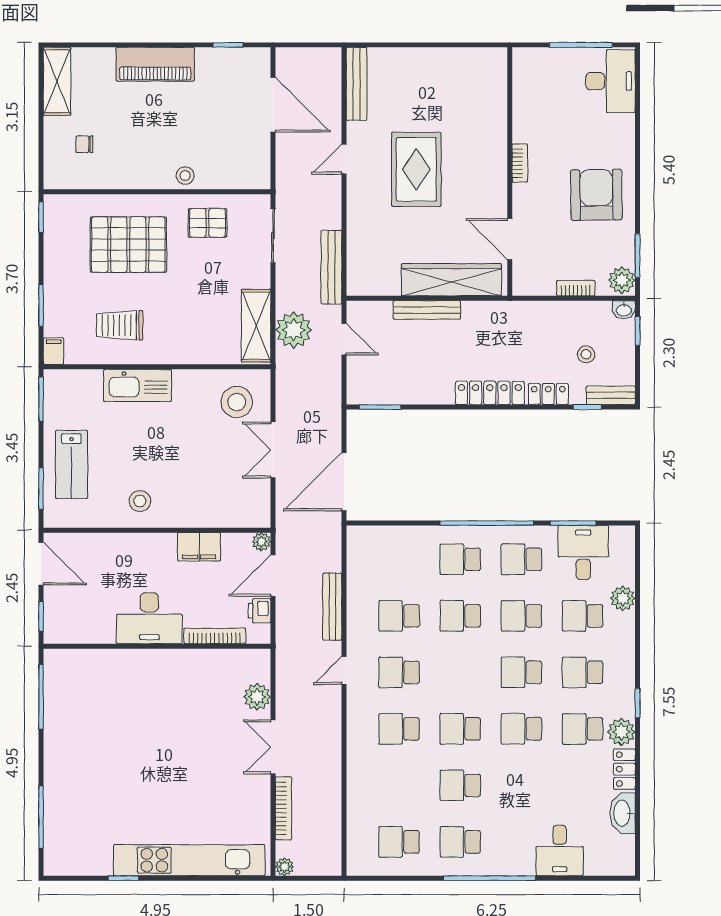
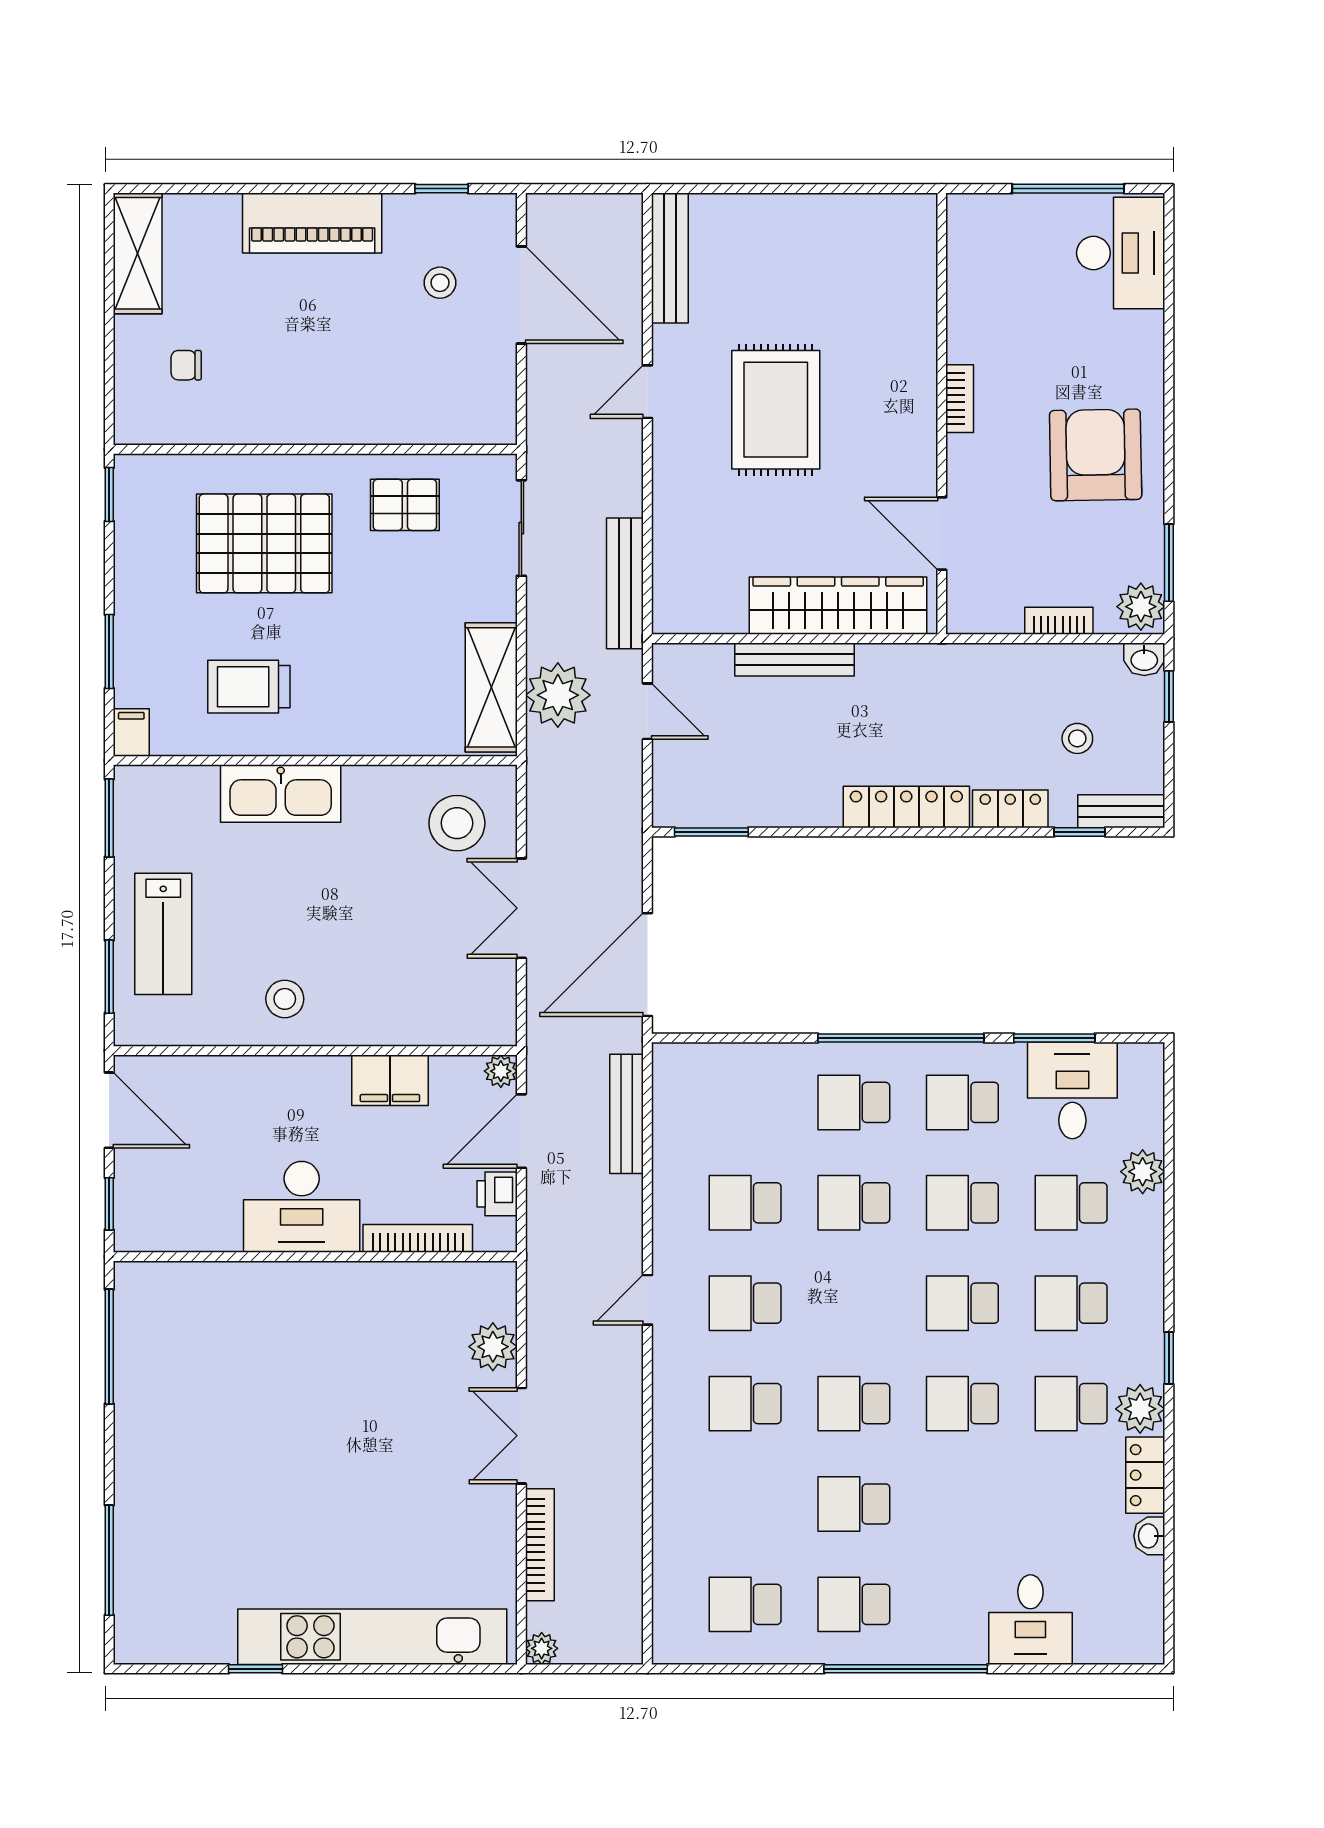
stool: (185, 176) -> (440, 283), moved
bench: (332, 607) -> (627, 1114), moved
washbasin: (623, 813) -> (1149, 1536), width x0.52, depth x0.69

